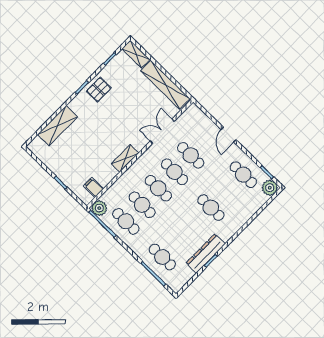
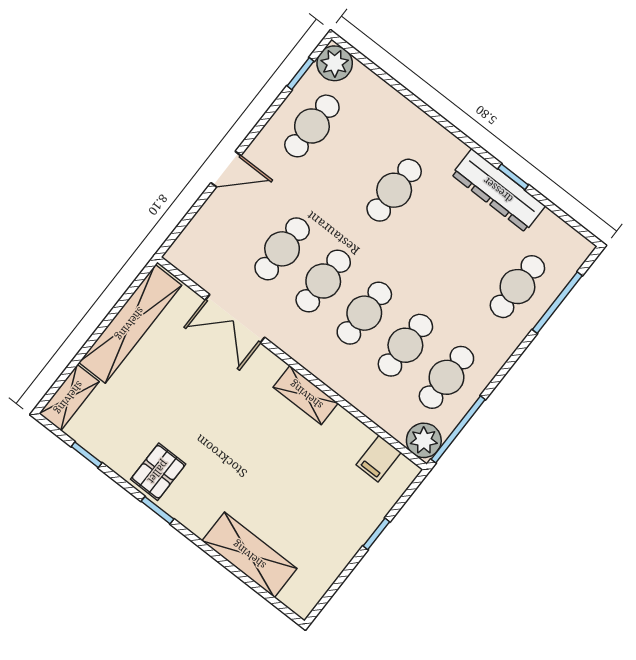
pallet: (99, 90) -> (158, 472), turned 90

